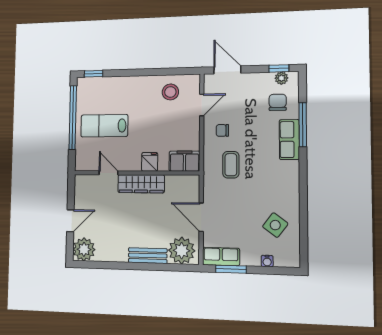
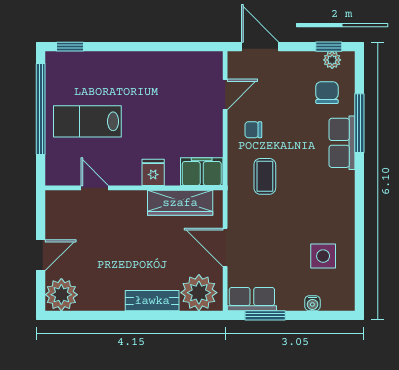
stool: (170, 92) -> (181, 75), removed
wardrobe: (141, 184) -> (180, 203), moved
side table: (275, 225) -> (323, 256), turned -37

